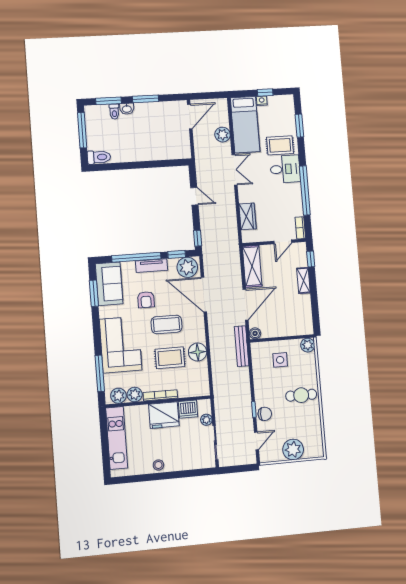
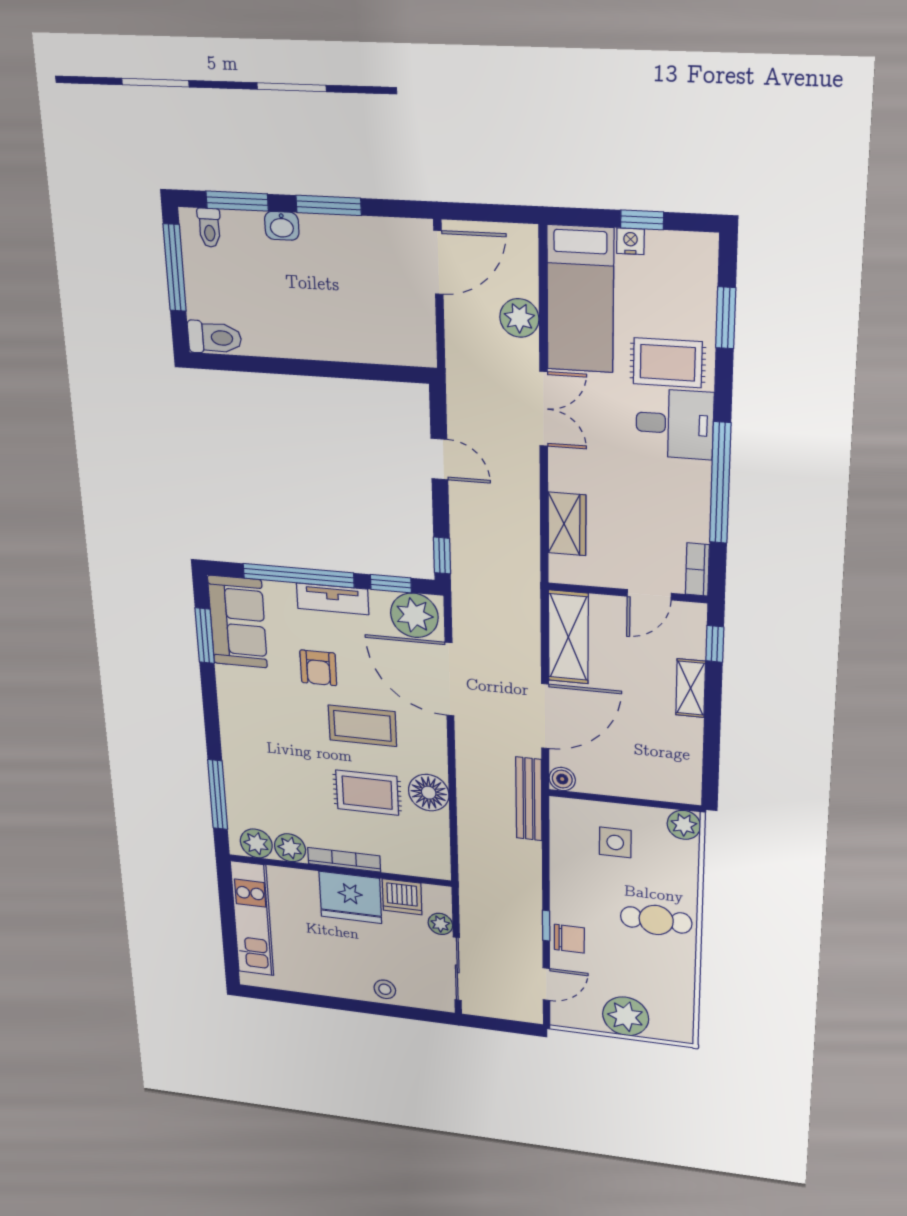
toilet: (114, 112) -> (209, 228), moved
corner sofa: (121, 345) -> (262, 748), removed
stool: (158, 465) -> (385, 989), moved

